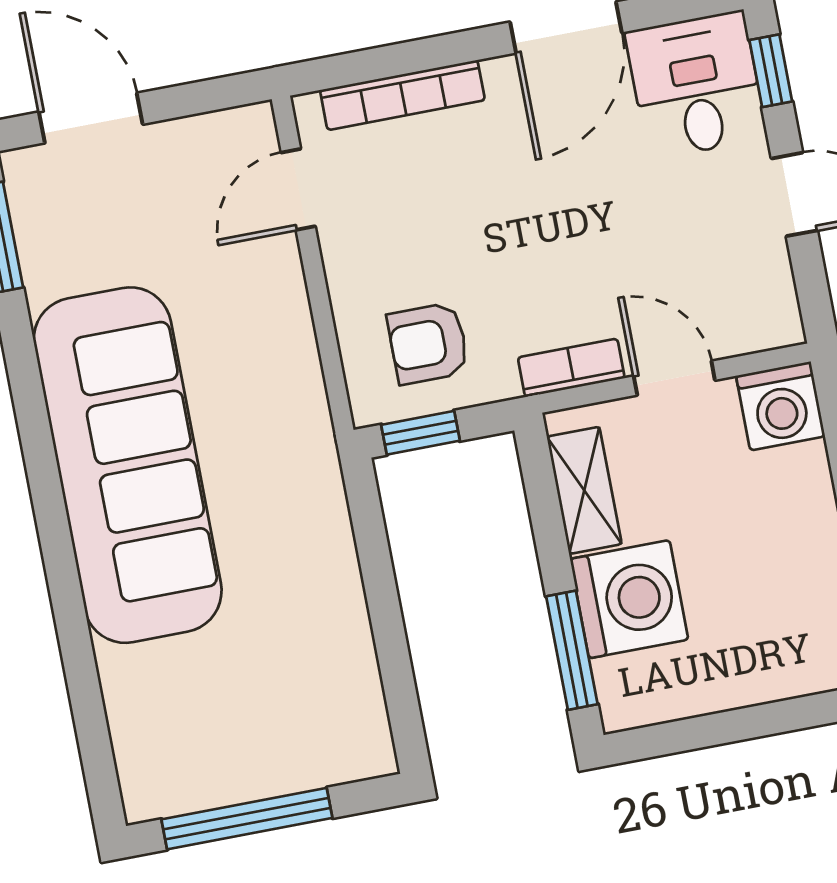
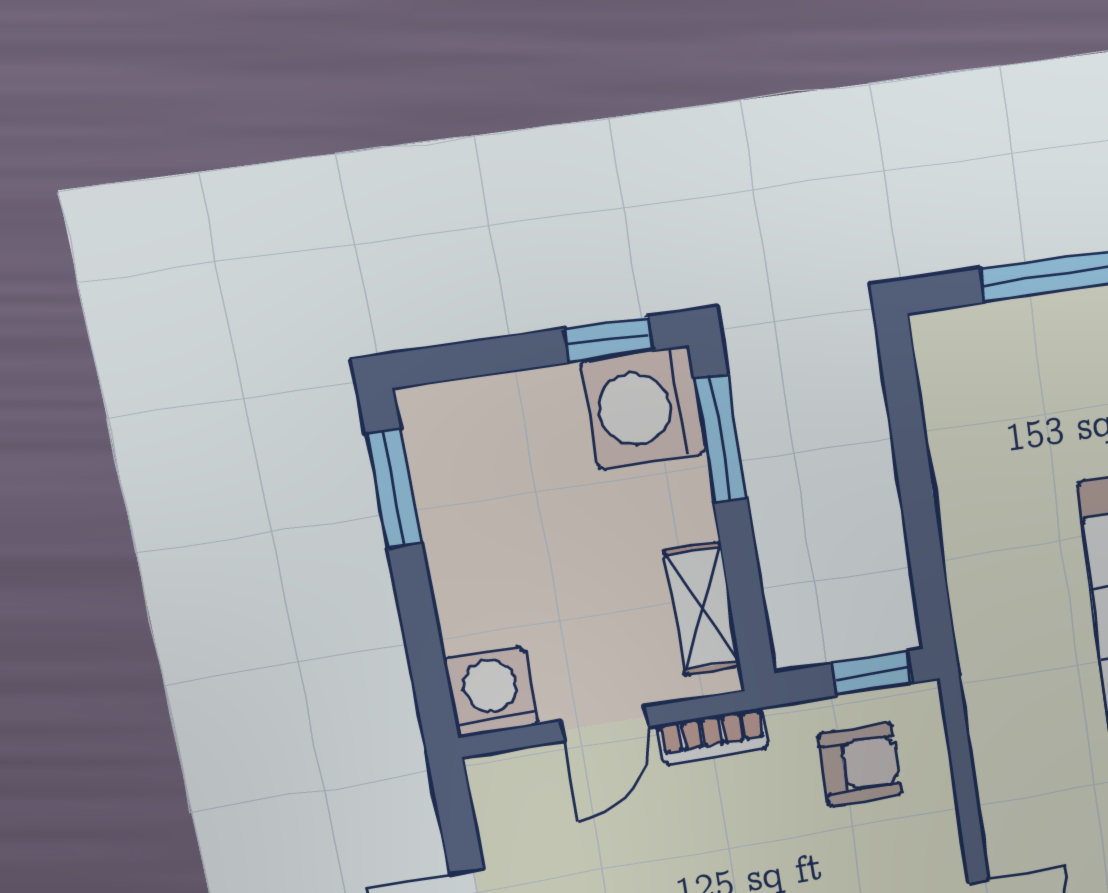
door: (674, 378) -> (605, 724), hinge flipped
washing machine: (629, 599) -> (644, 408), moved
window: (677, 737) -> (609, 339), added

